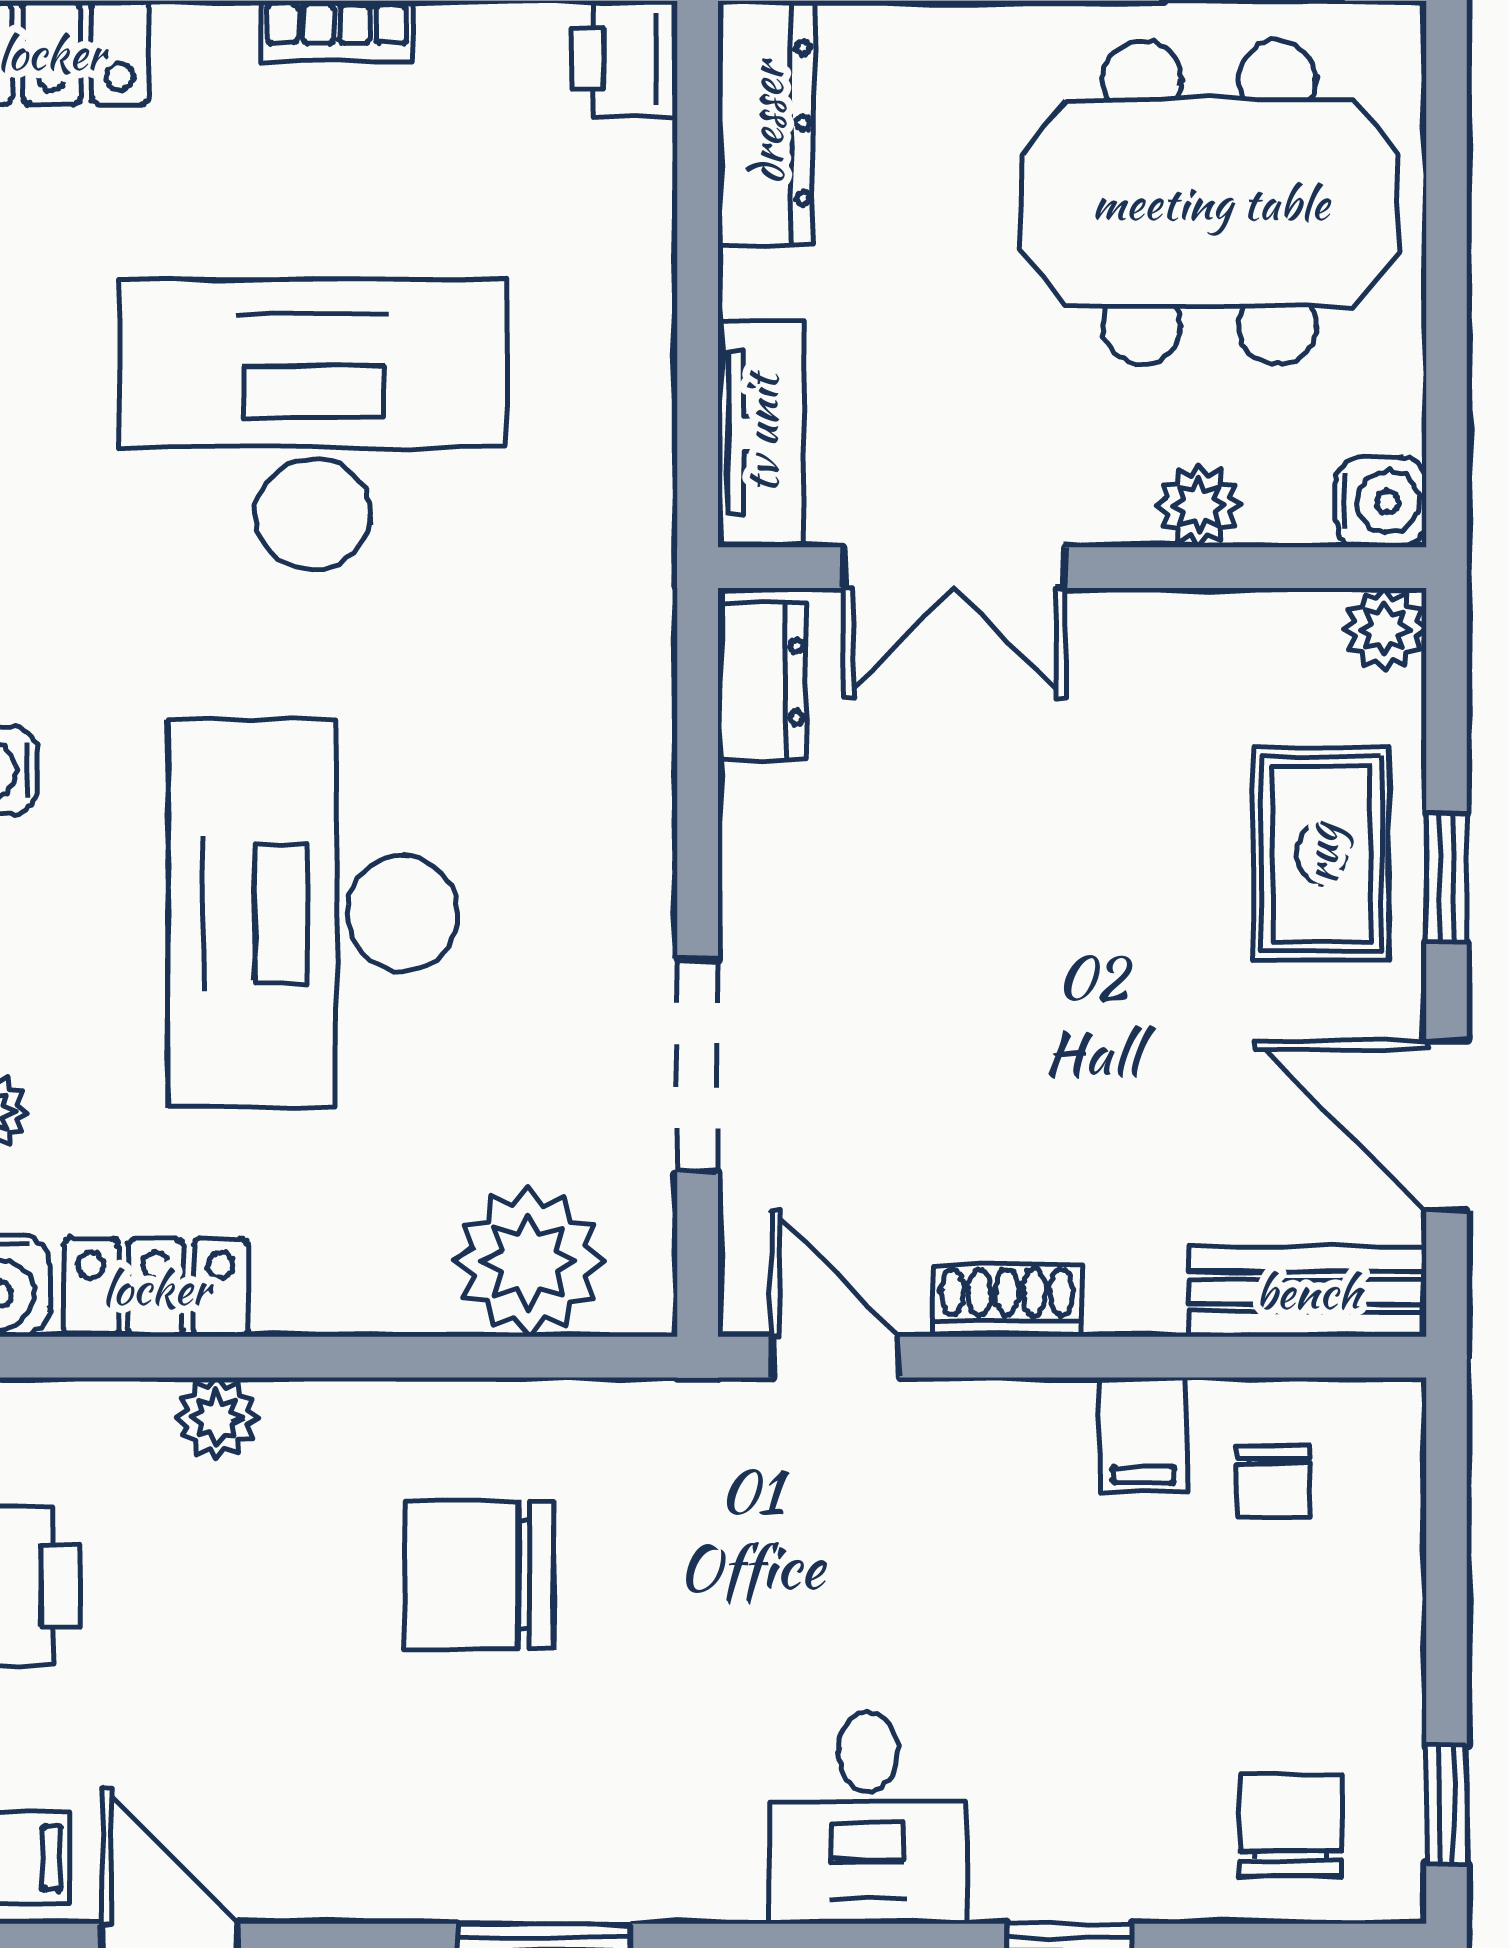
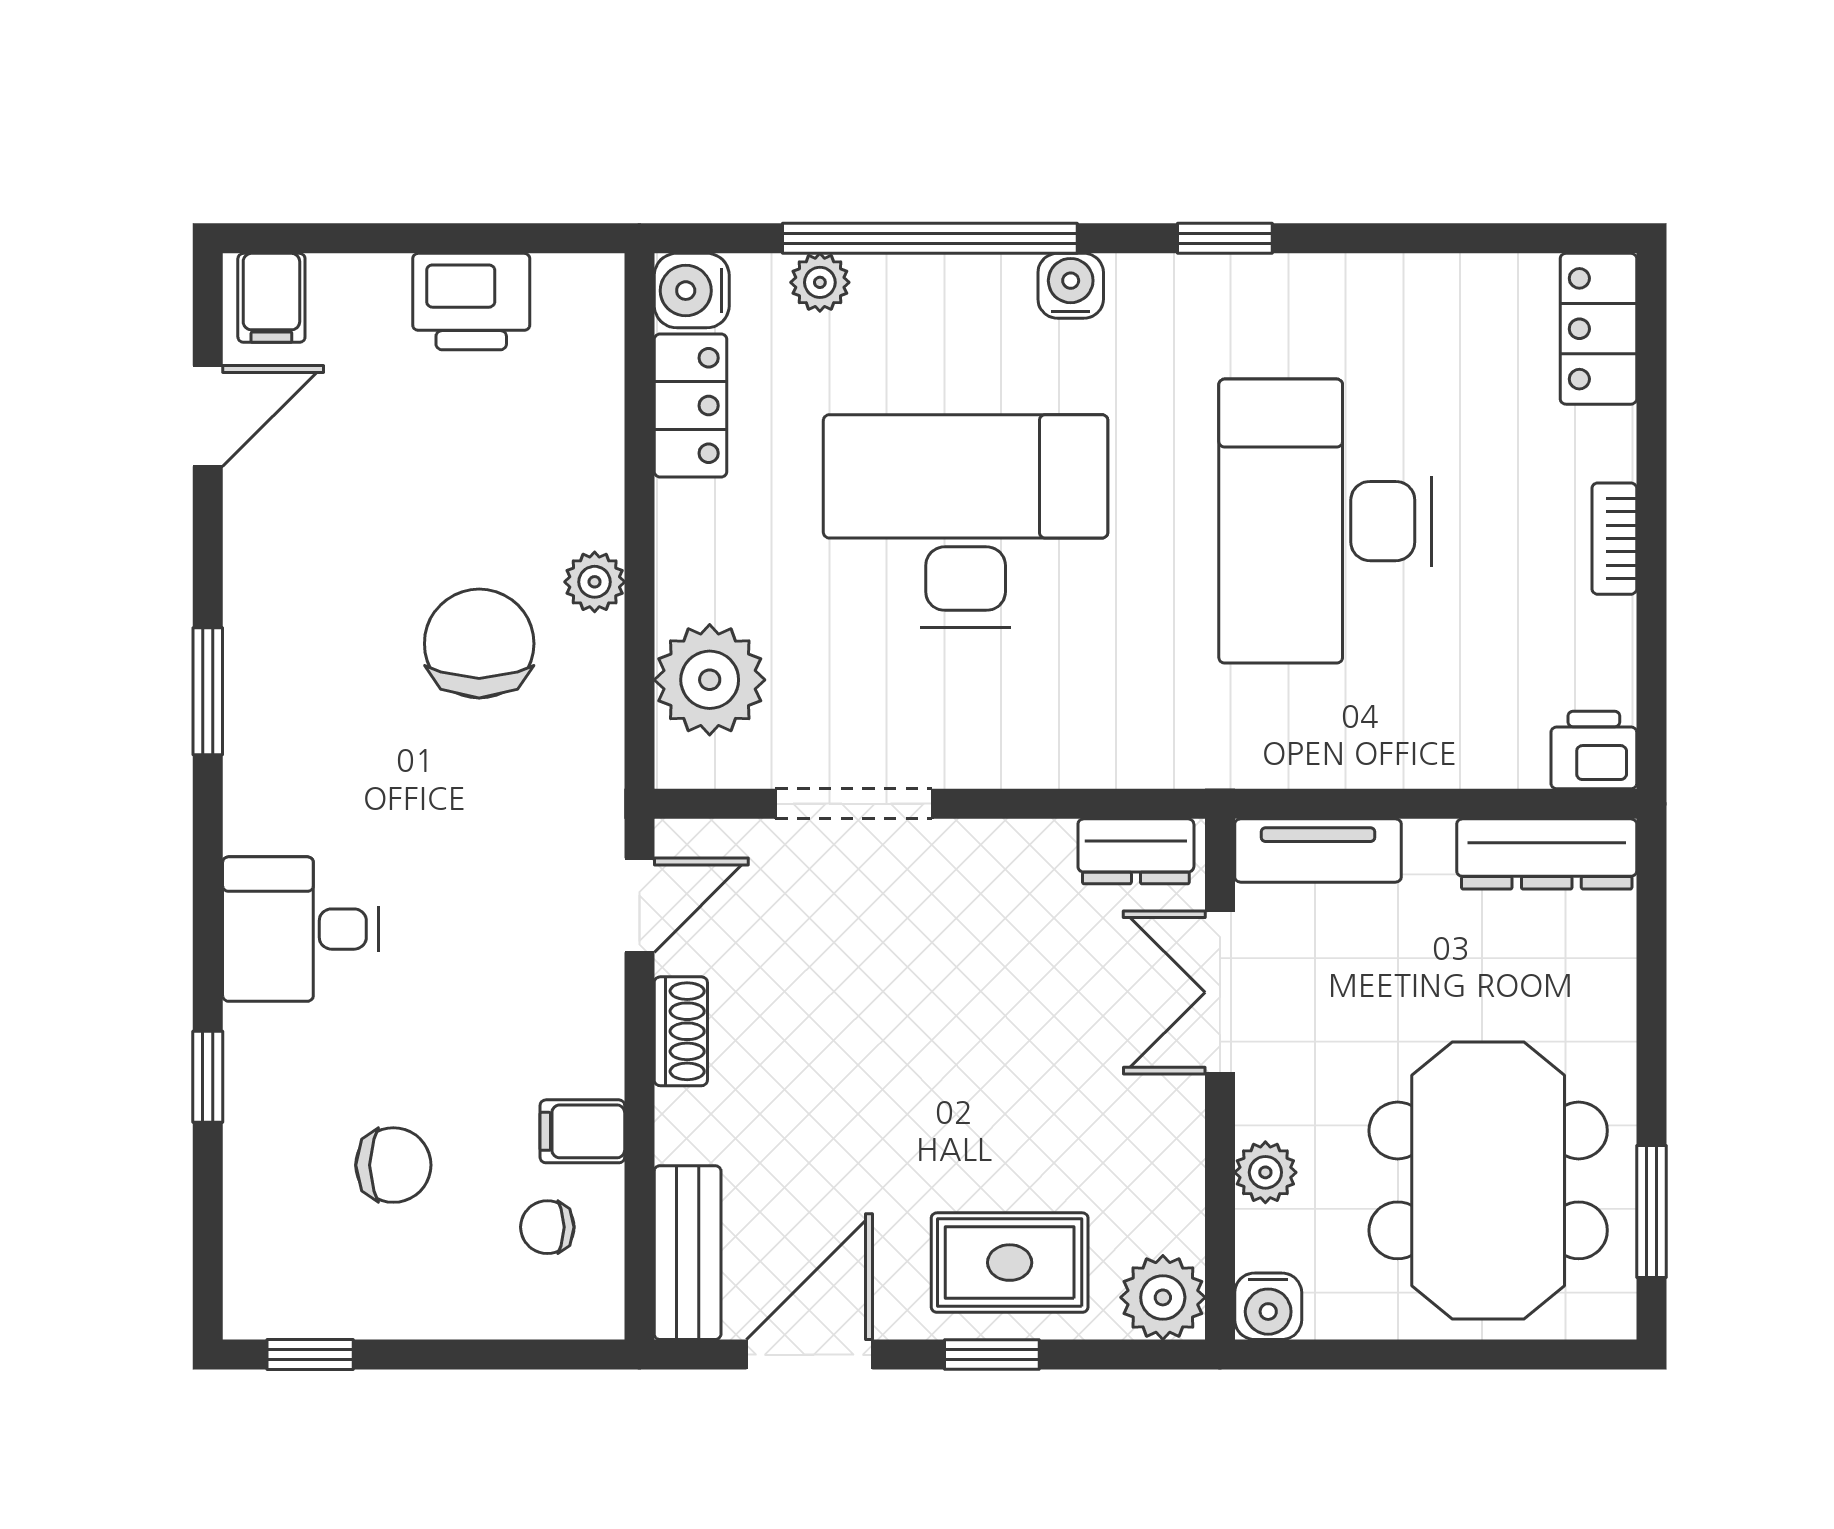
desk: (313, 424) -> (1325, 521), turned 180
plant: (1385, 630) -> (1163, 1297), width x1.38, depth x1.38
plant: (217, 1418) -> (595, 582), moved
chair: (1291, 1825) -> (393, 1165), moved

